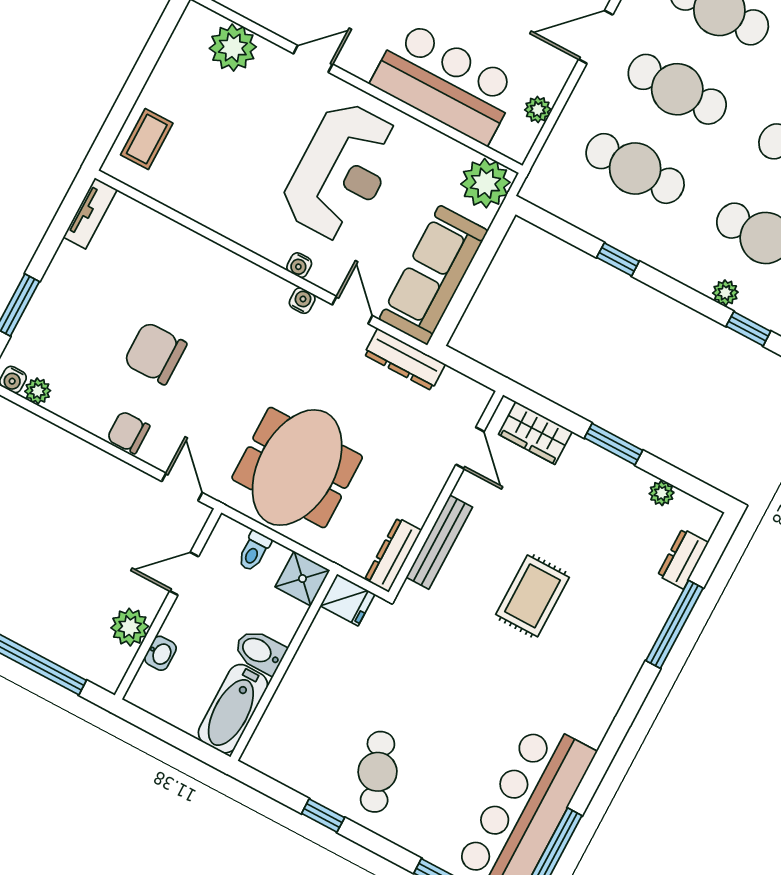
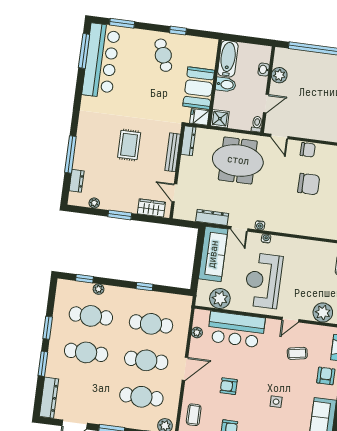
plant: (485, 183) -> (220, 298), moved
meeting table: (297, 468) -> (238, 160), turned 90
toilet: (254, 551) -> (257, 124), moved
booth: (325, 666) -> (199, 88), added

